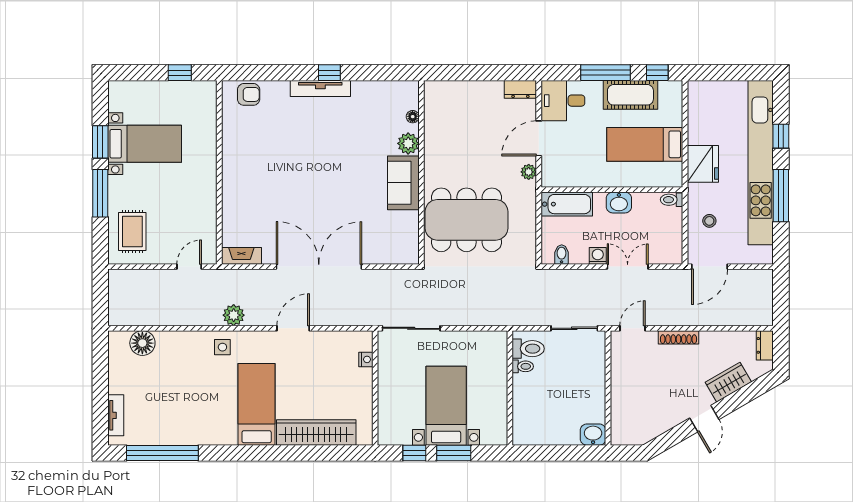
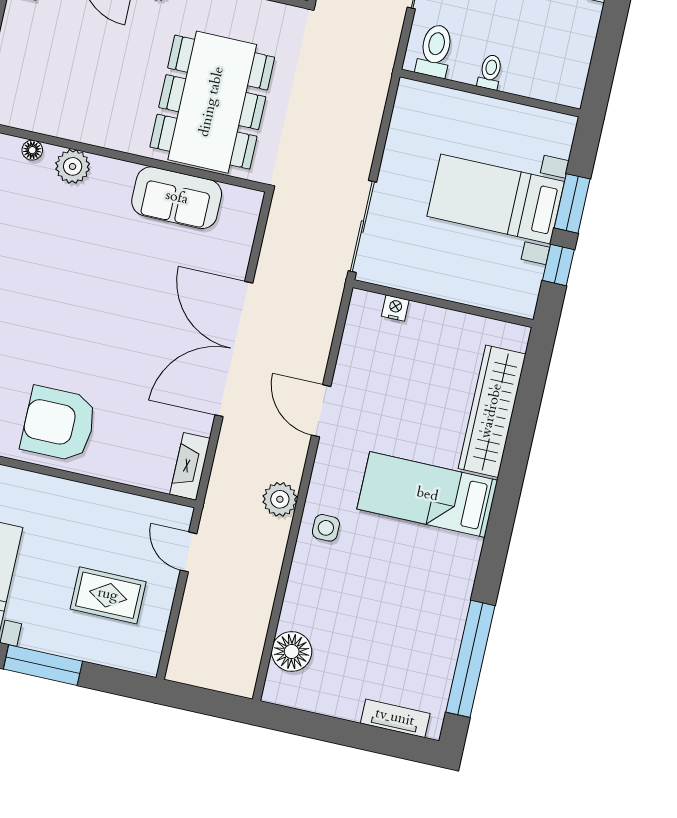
armchair: (249, 170) -> (59, 424), added
sofa: (403, 183) -> (177, 198), moved
rug: (132, 231) -> (108, 595), moved
toilet: (523, 366) -> (490, 72), moved

